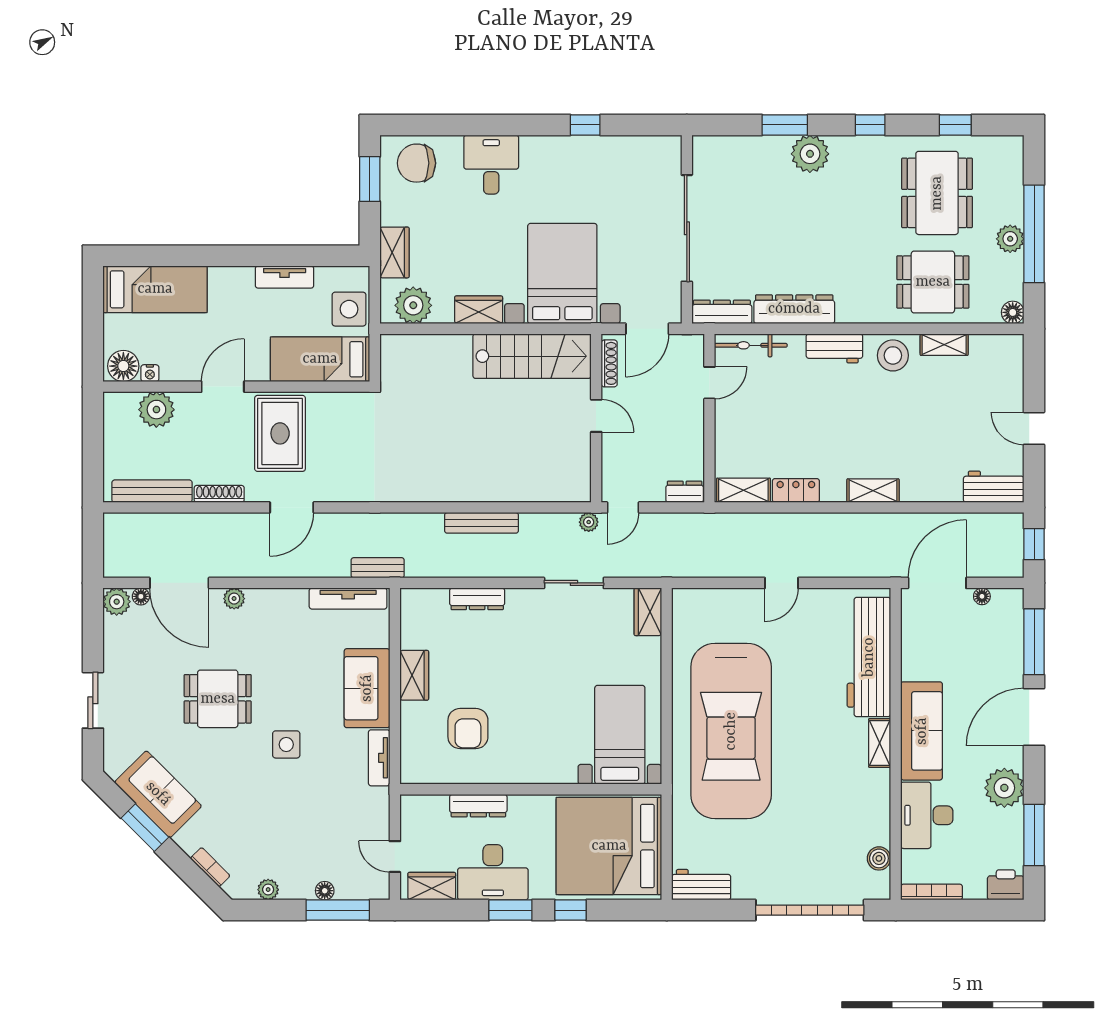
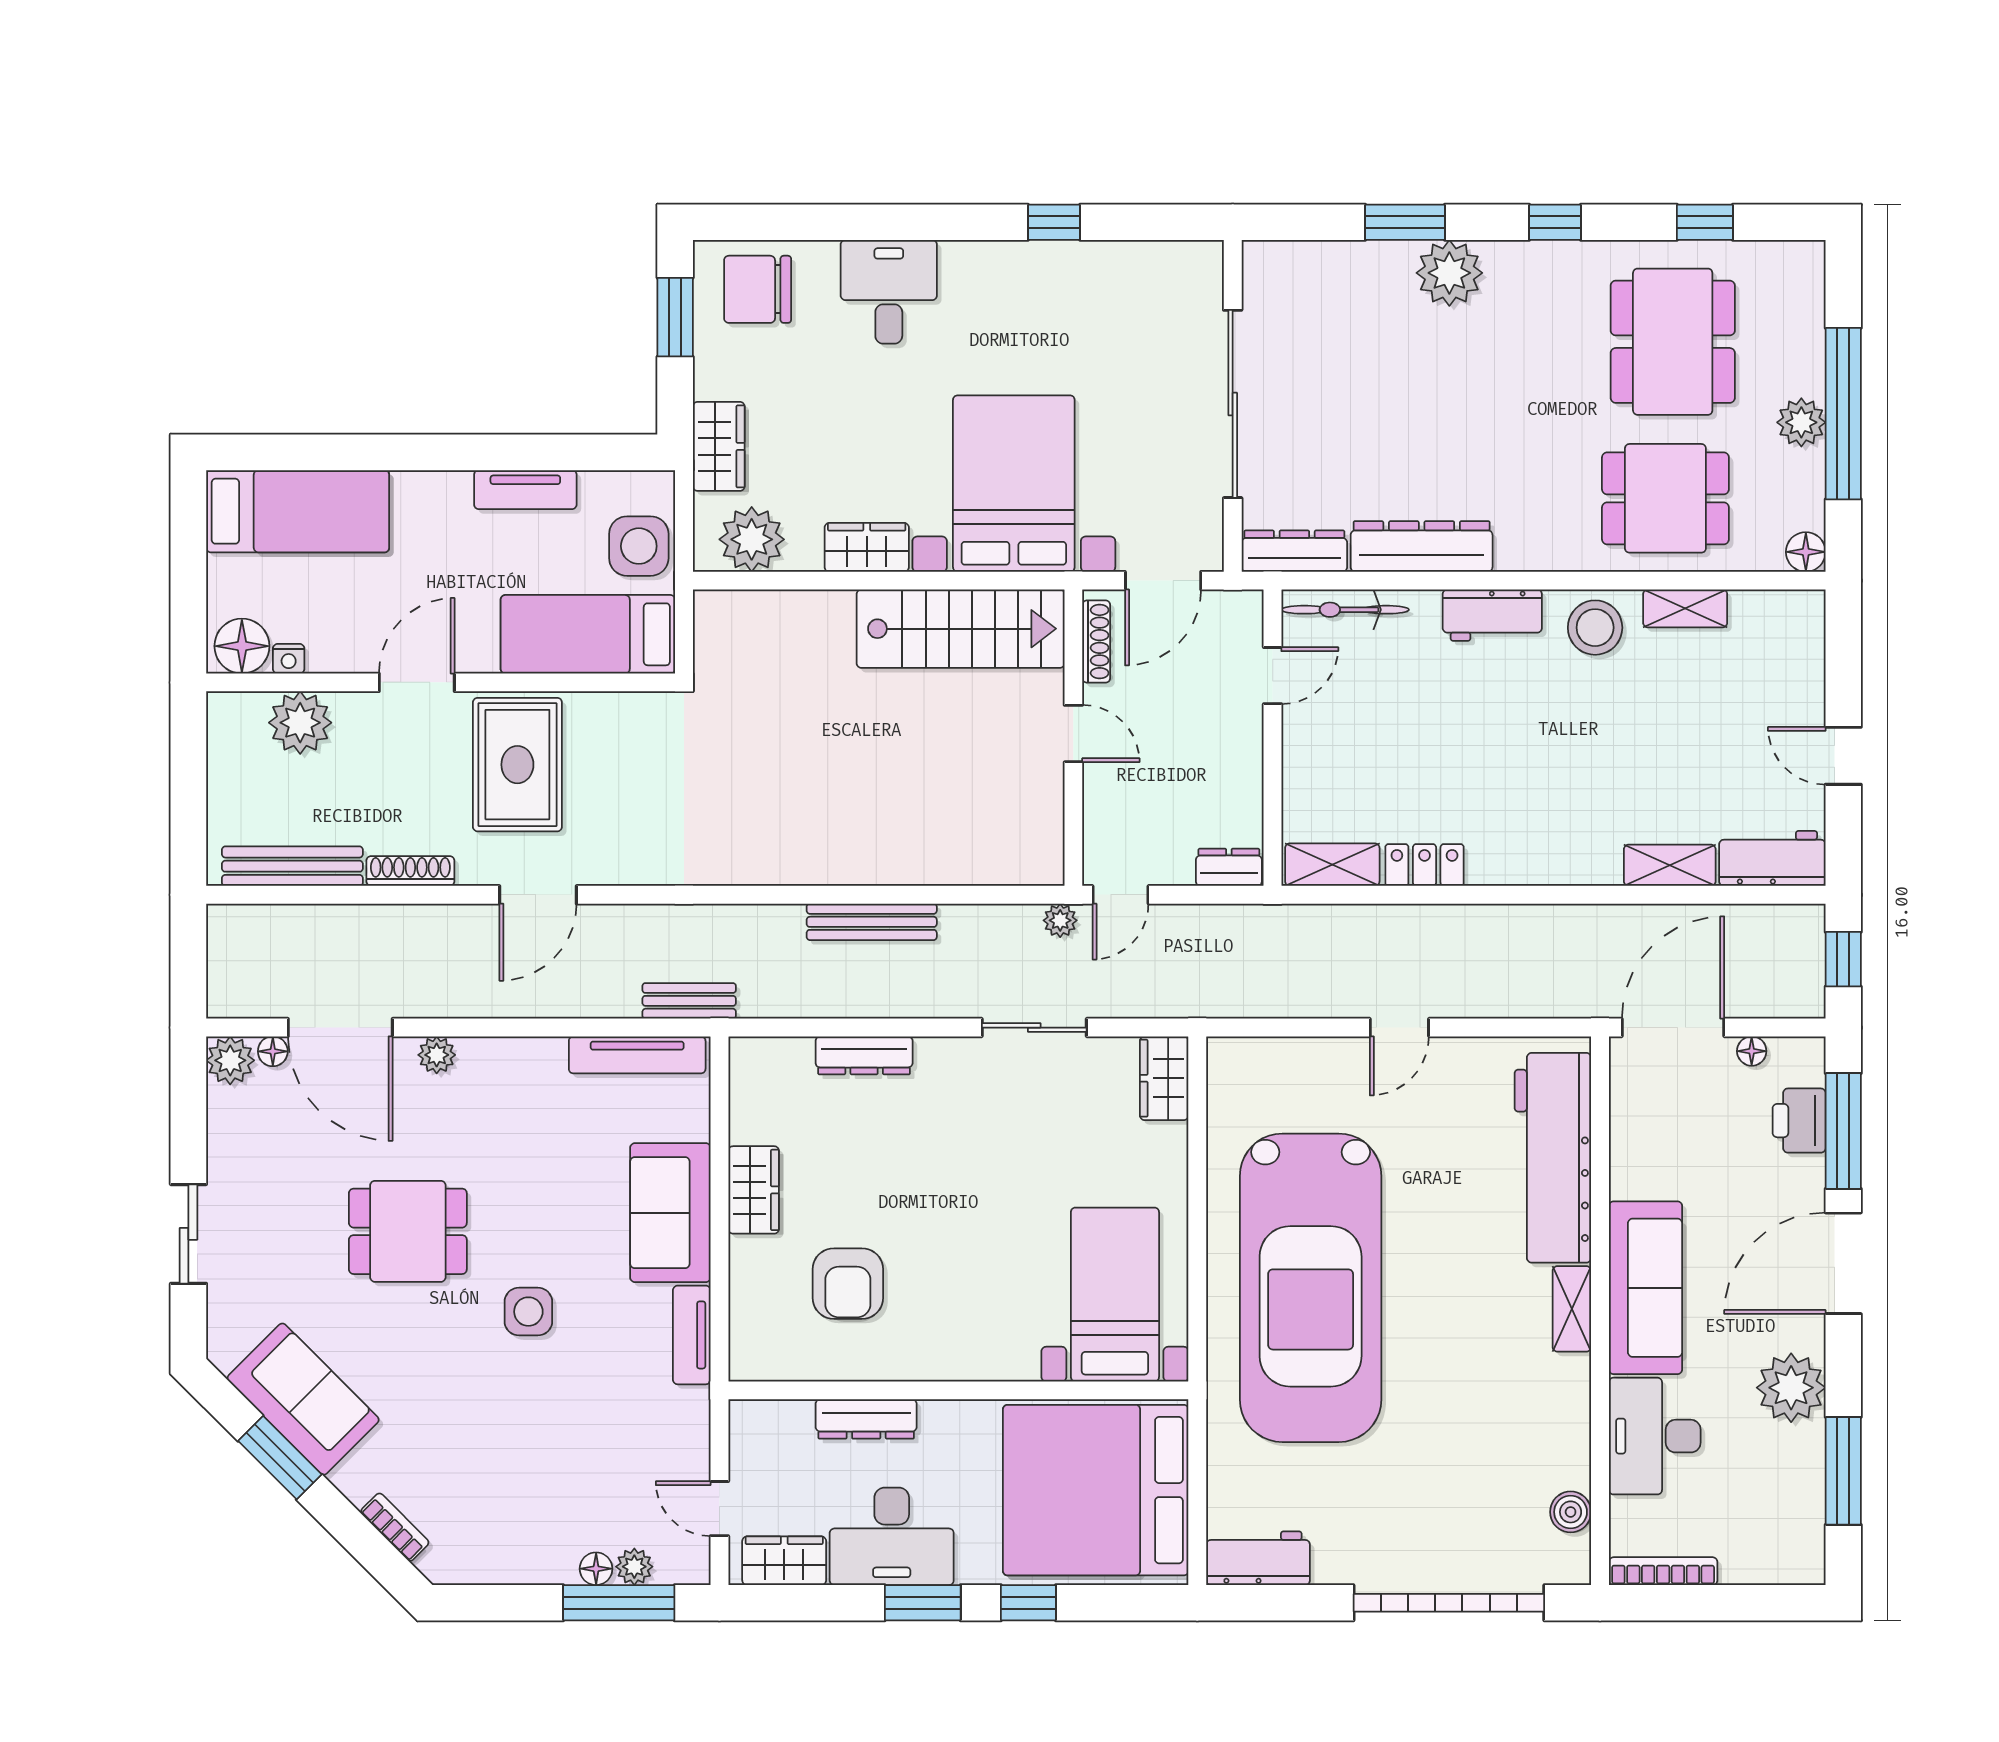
shelving: (873, 491) -> (1670, 865), moved
printer: (1006, 885) -> (1799, 1121), moved, turned -90
plant: (268, 890) -> (634, 1567), moved

